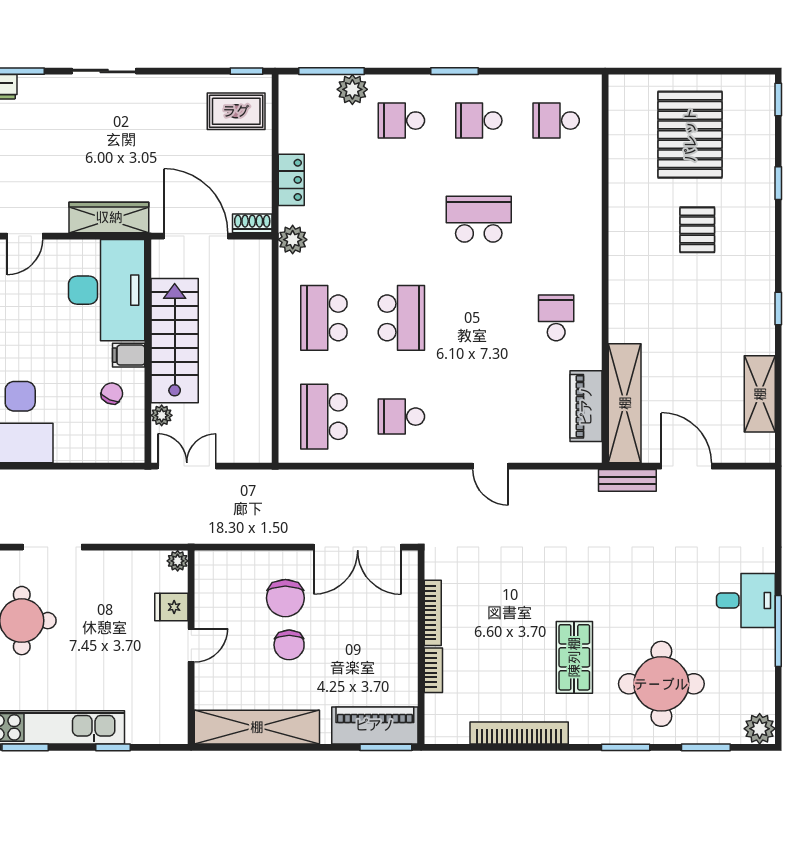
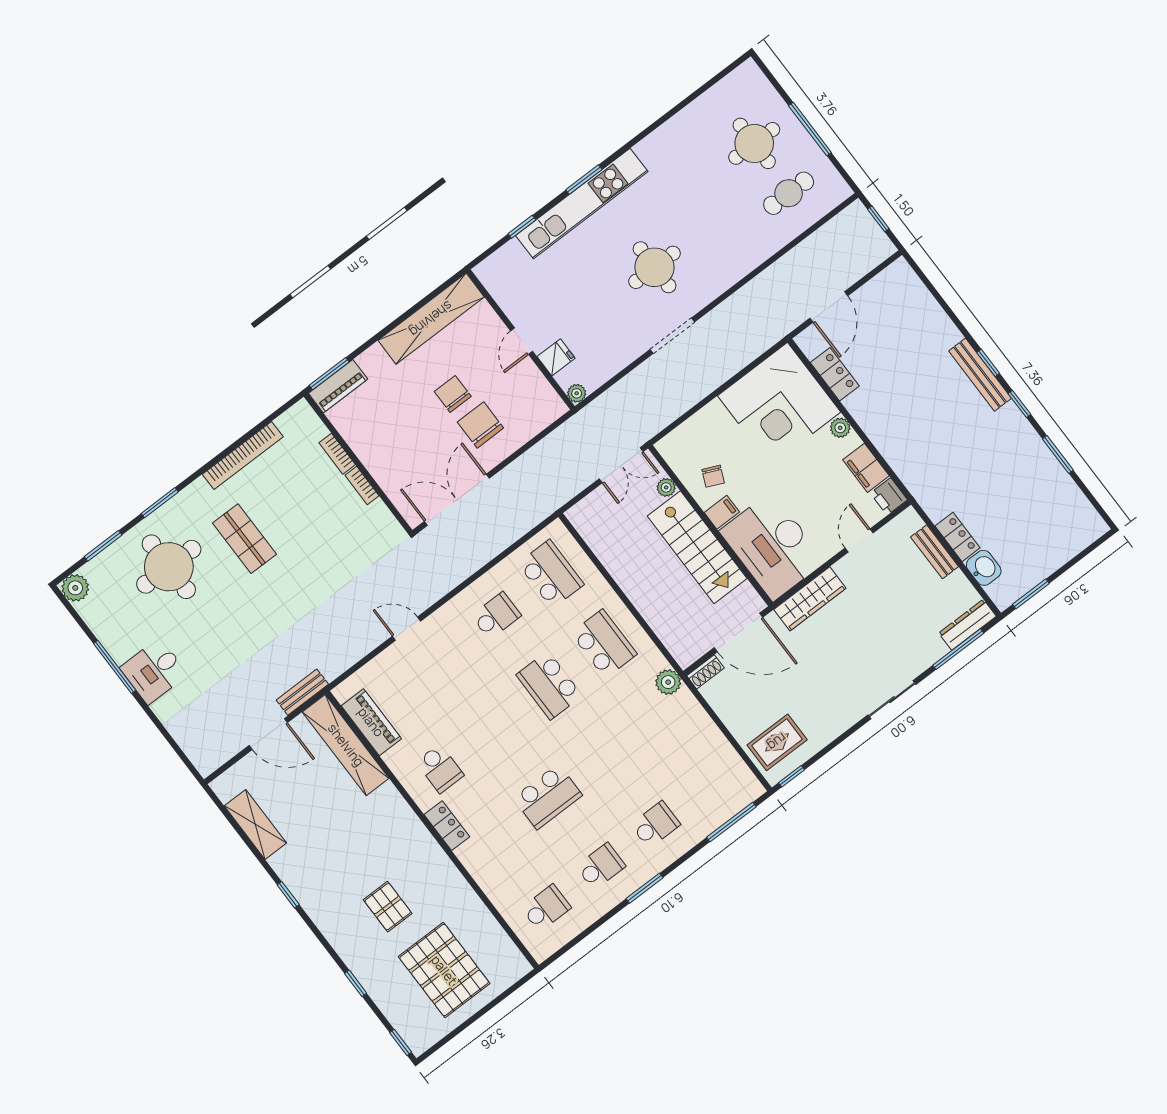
plant: (352, 89) -> (707, 820), removed
locker: (291, 180) -> (447, 826), moved, turned 180
bookcase: (433, 613) -> (362, 486), width x0.64
piano: (375, 725) -> (338, 386), width x0.73, depth x0.75

